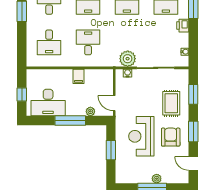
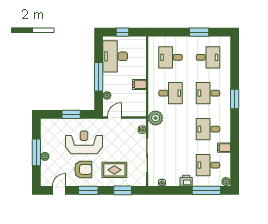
plant: (128, 59) -> (156, 118), moved

